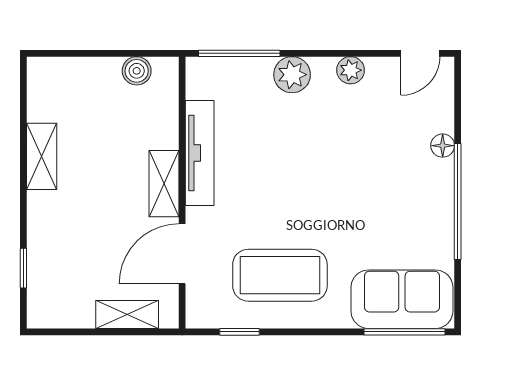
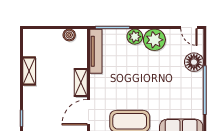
door: (420, 53) -> (189, 28), hinge flipped
plant: (351, 70) -> (154, 40), width x1.87, depth x1.87
floor lamp: (443, 146) -> (194, 62), width x1.89, depth x1.89
tv unit: (200, 153) -> (96, 51), moved

